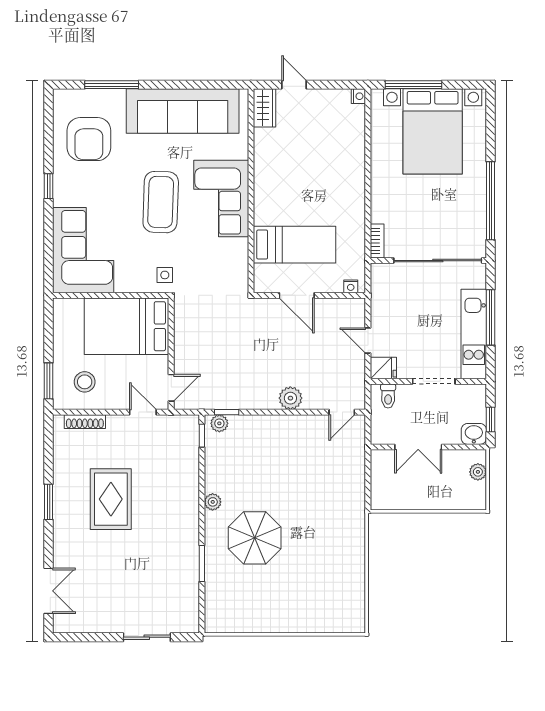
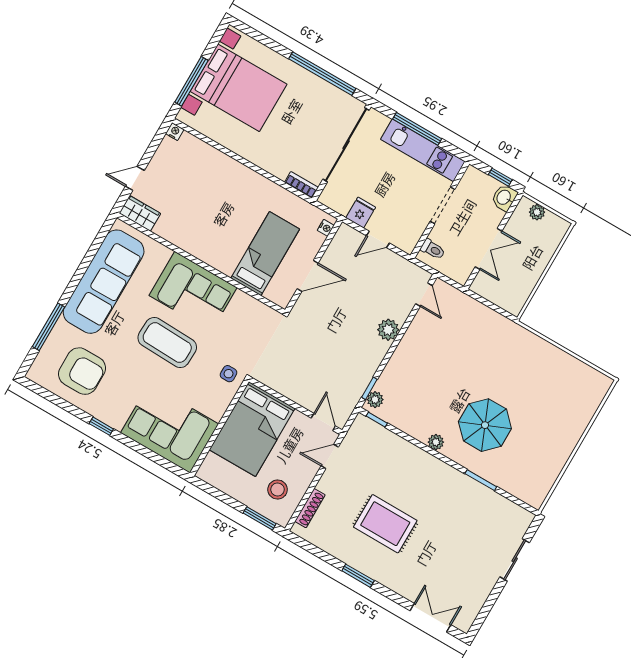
fridge: (383, 368) -> (361, 213), moved

